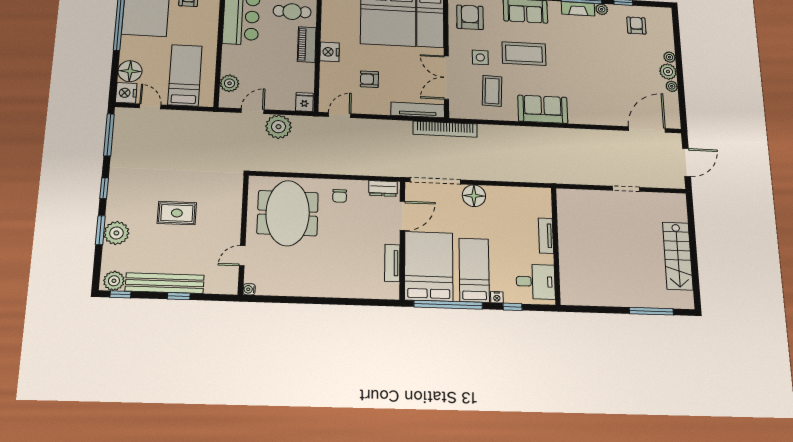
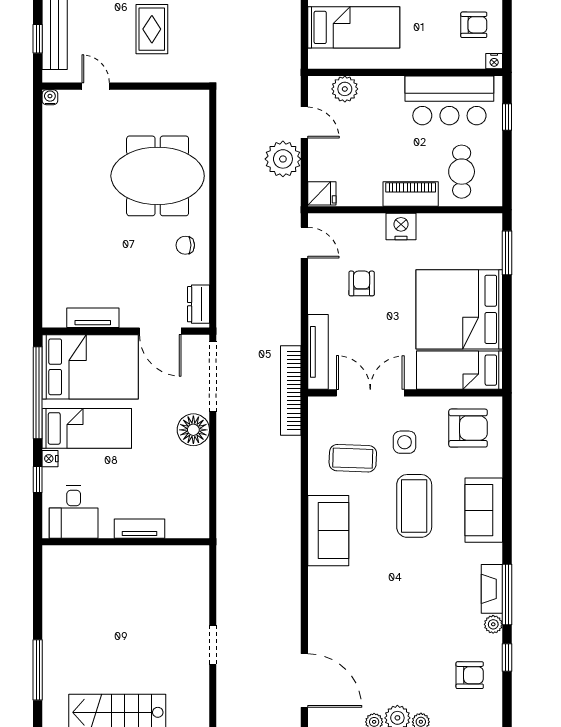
wall: (243, 234) -> (126, 86), moved
door: (242, 256) -> (96, 86), moved
water cooler: (249, 289) -> (50, 97), moved

